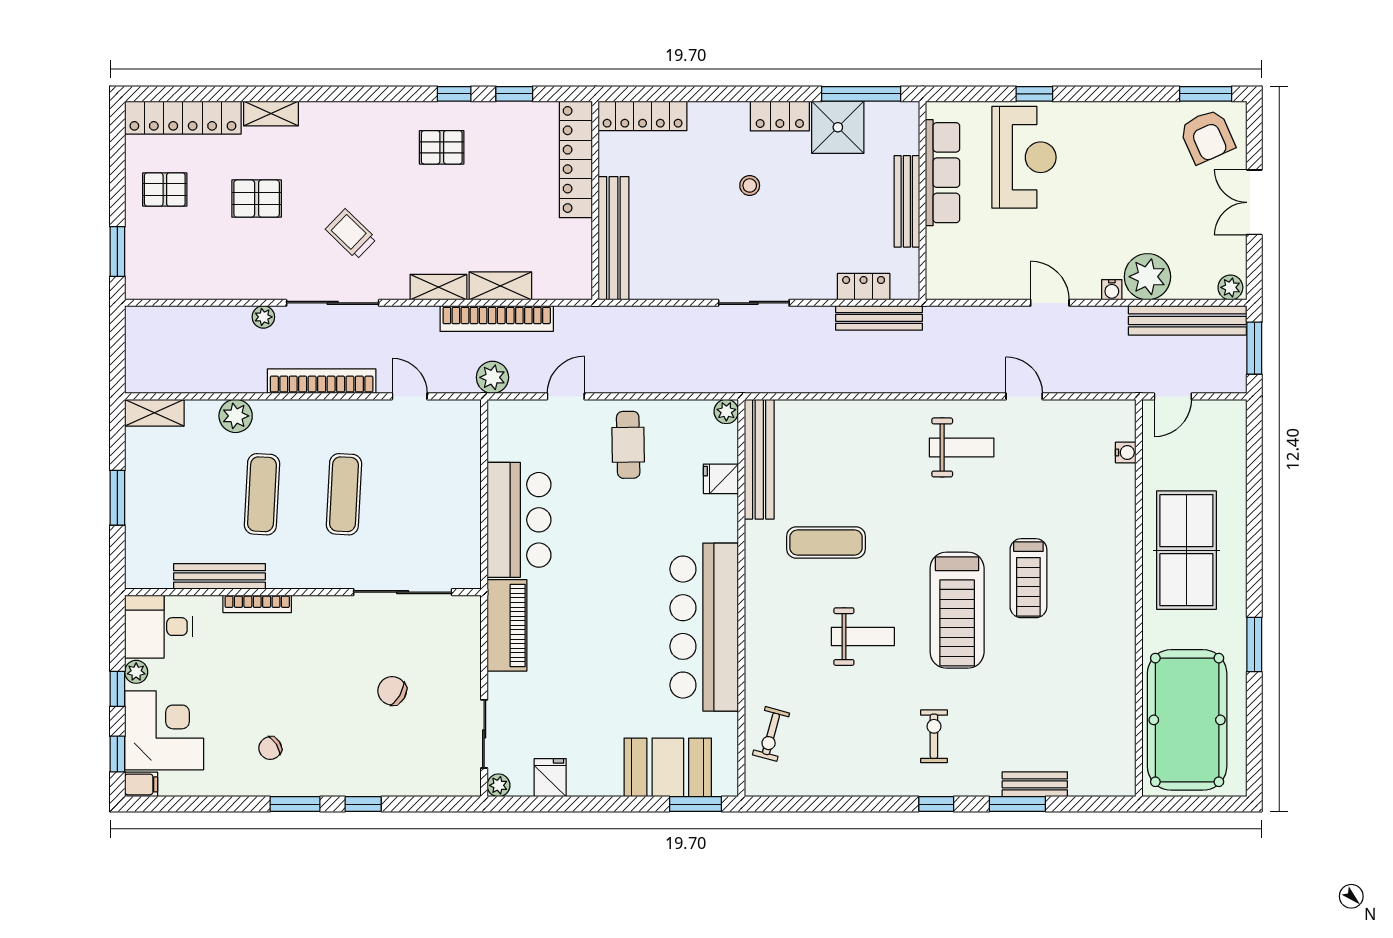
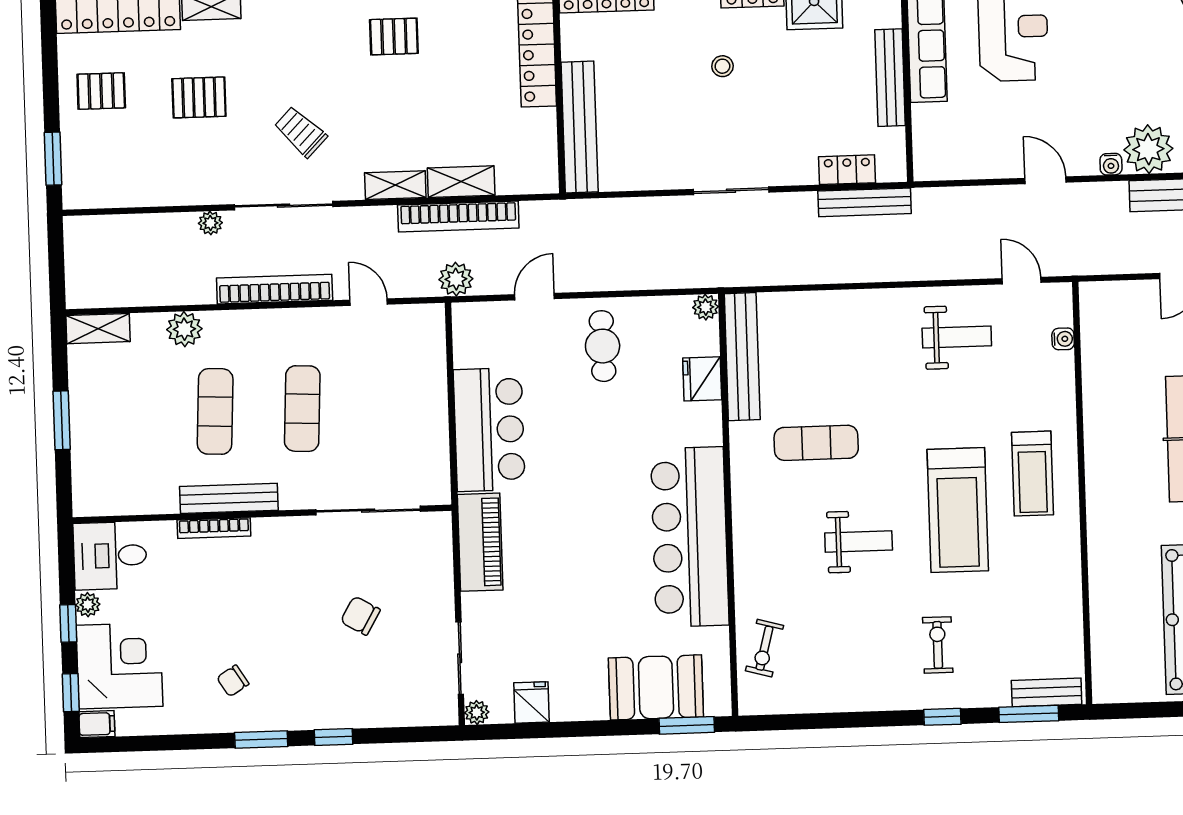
water cooler: (1126, 452) -> (1063, 339), moved
fridge: (721, 479) -> (702, 379), width x1.38
bench: (219, 576) -> (229, 498), moved
wall: (1139, 598) -> (1082, 493), moved

